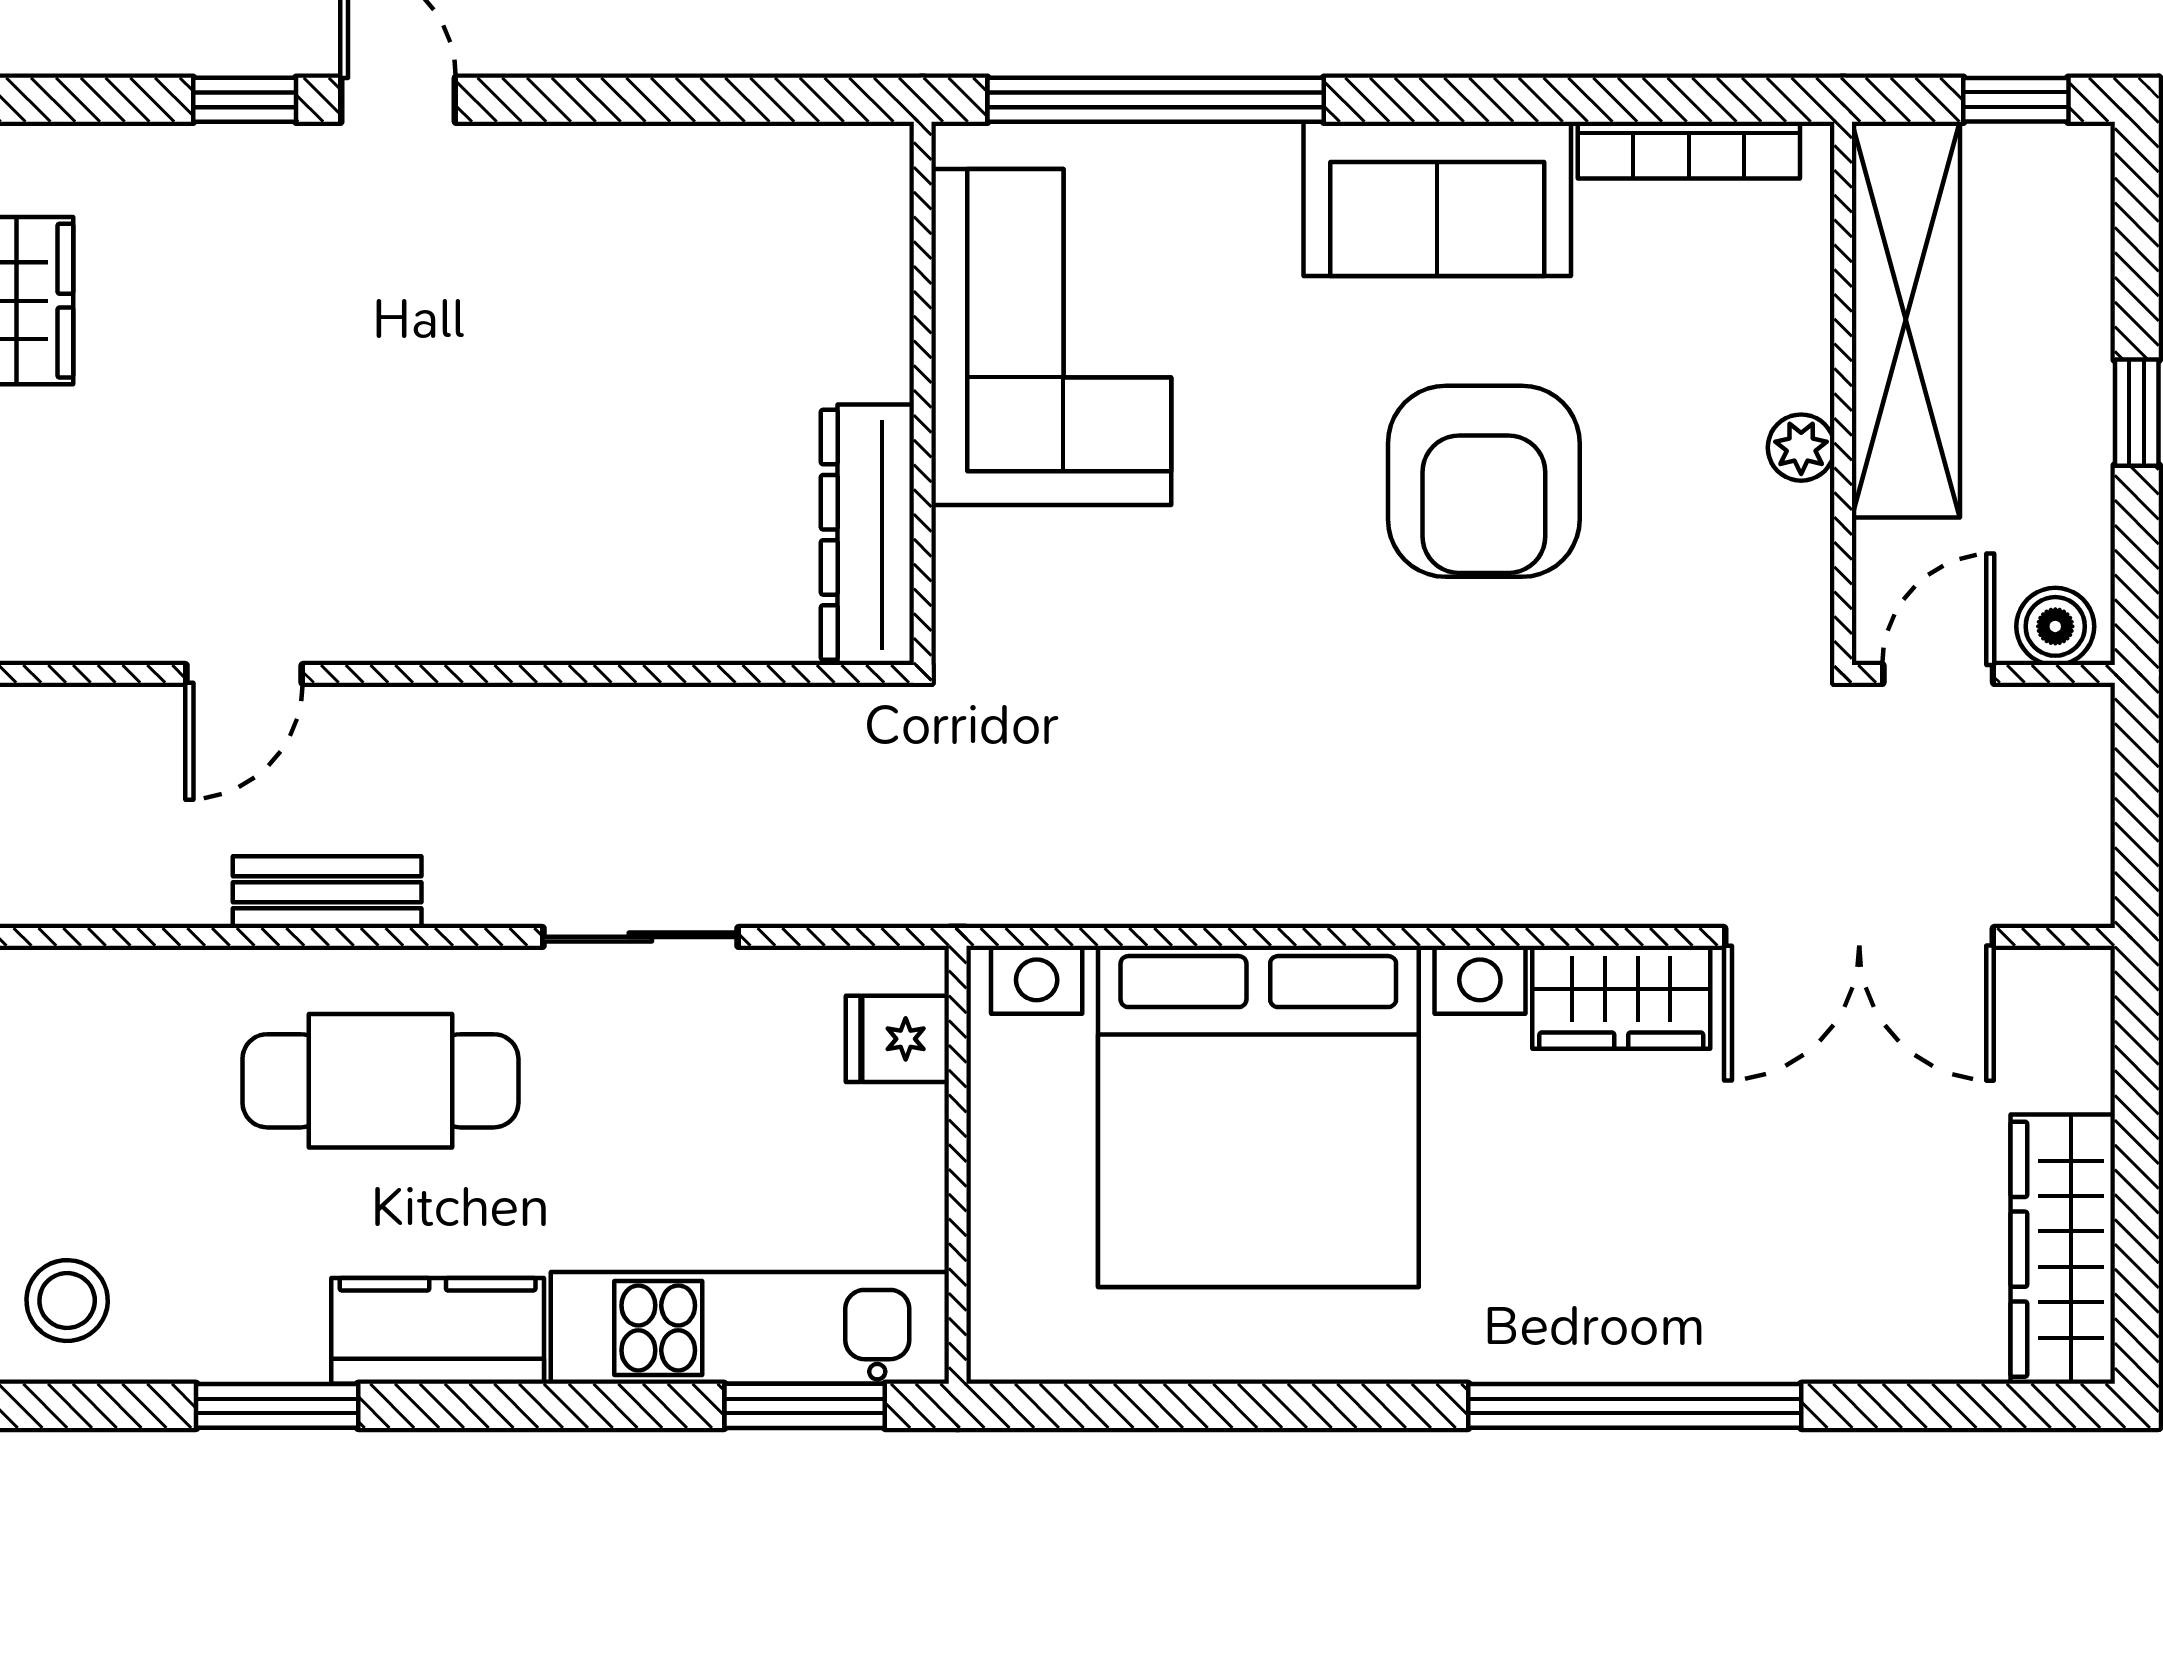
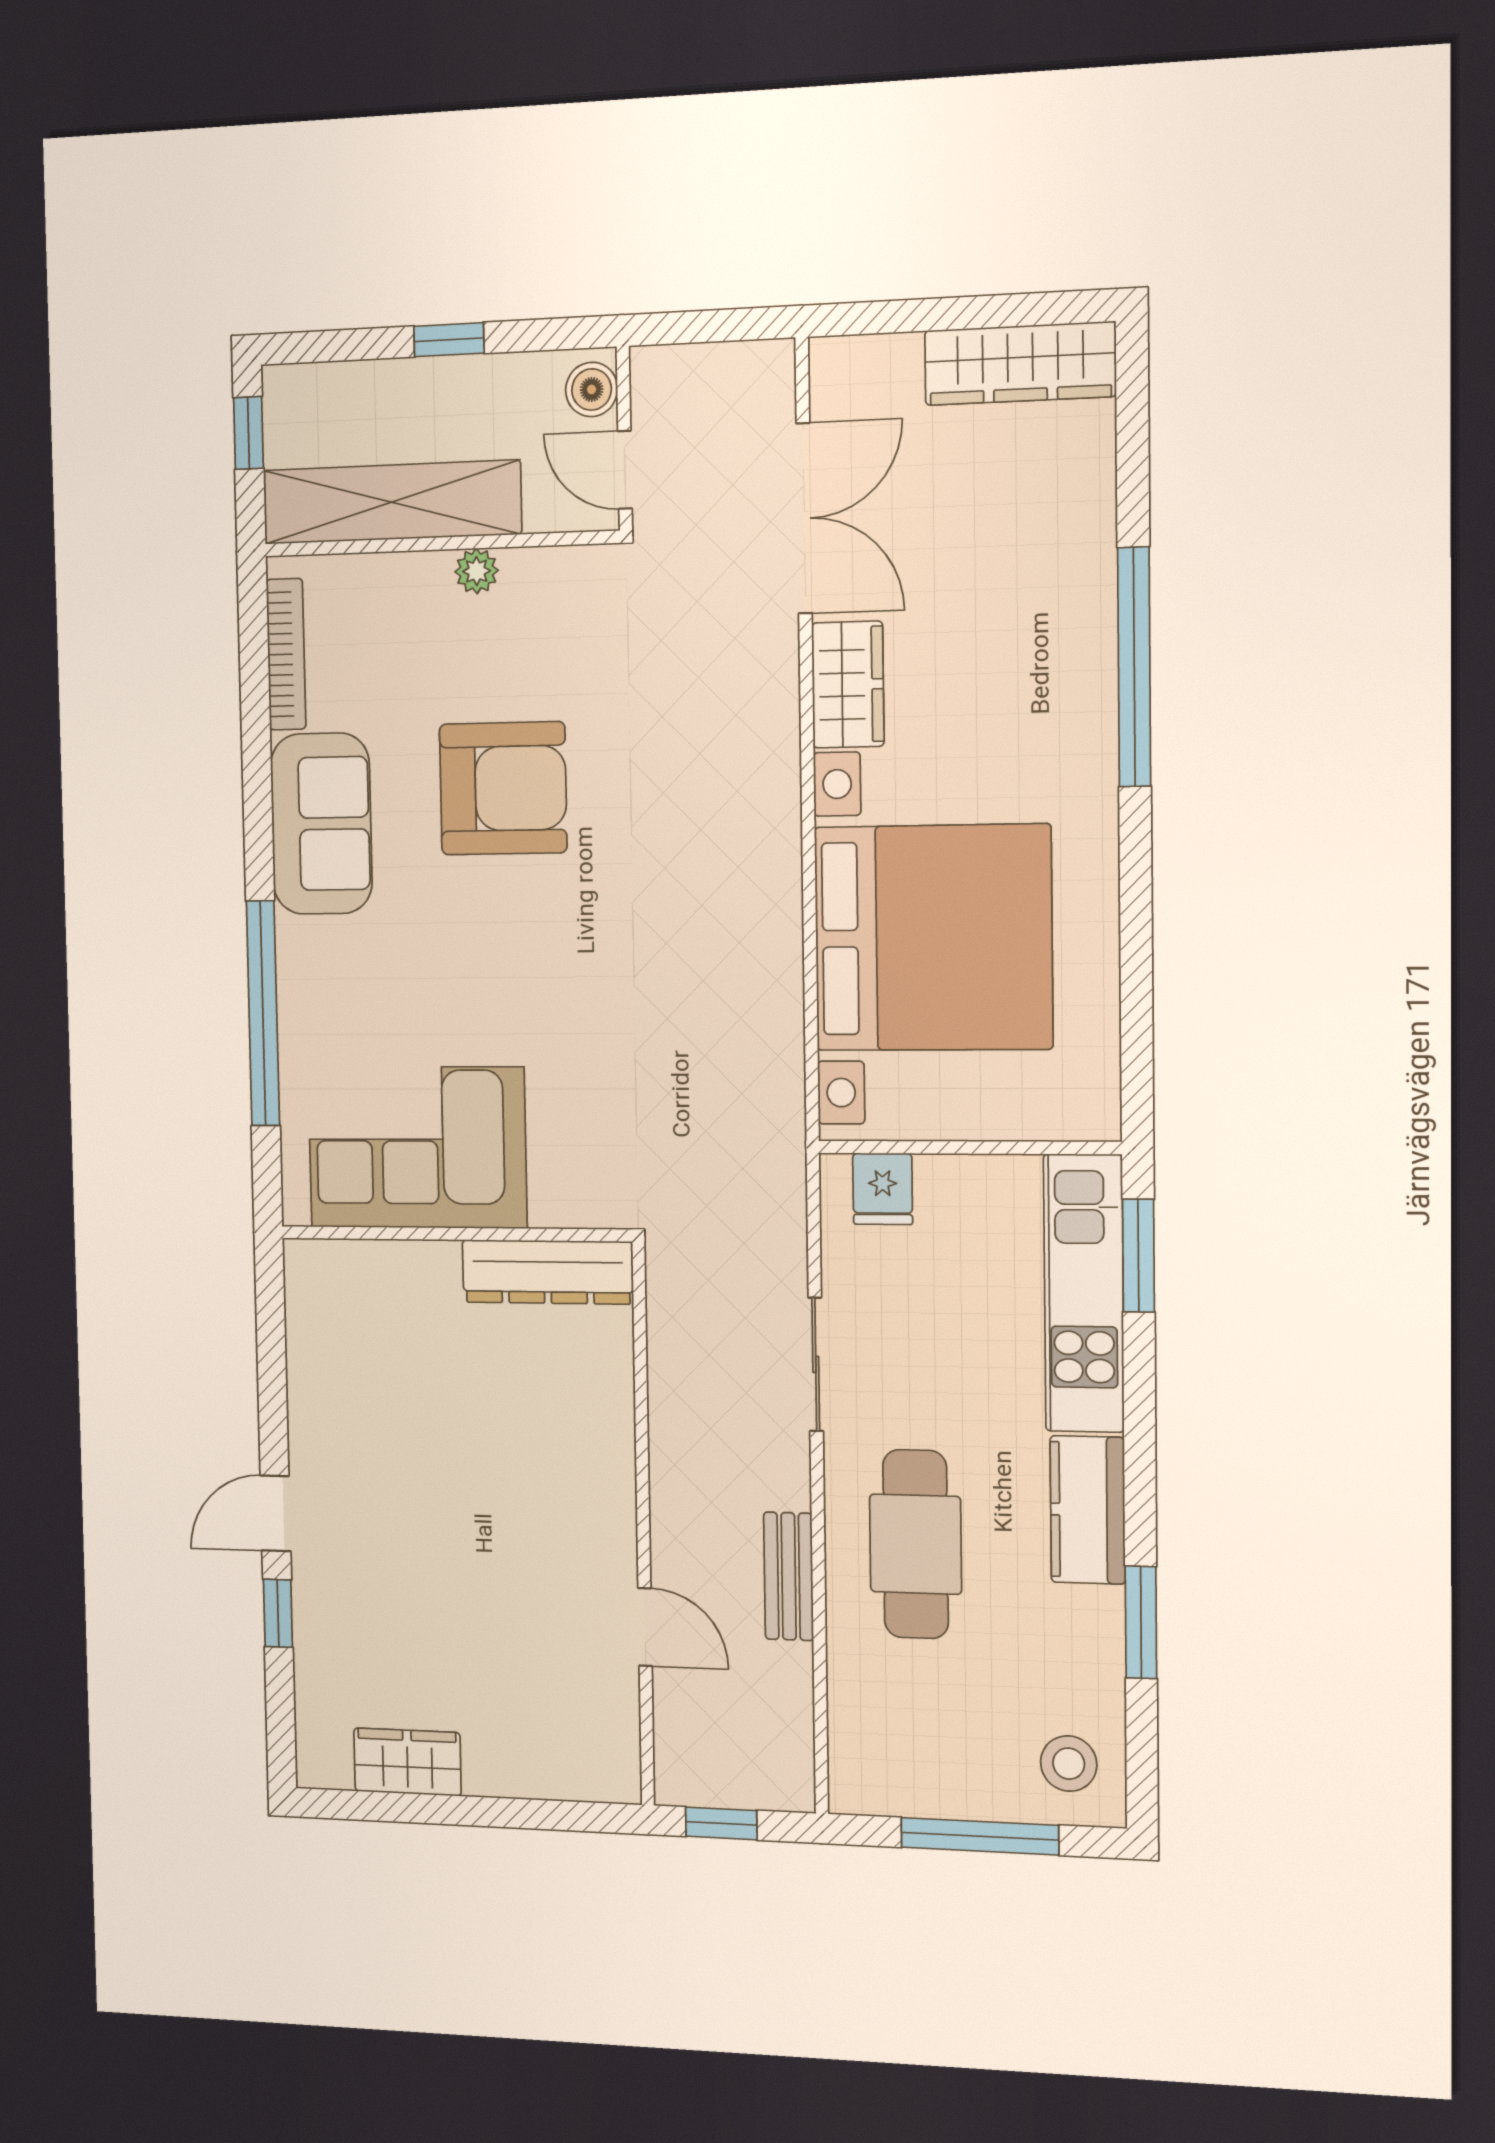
corner sofa: (1051, 337) -> (417, 1147), moved
wall: (923, 393) -> (455, 1234), moved
dresser: (867, 535) -> (548, 1272), moved

